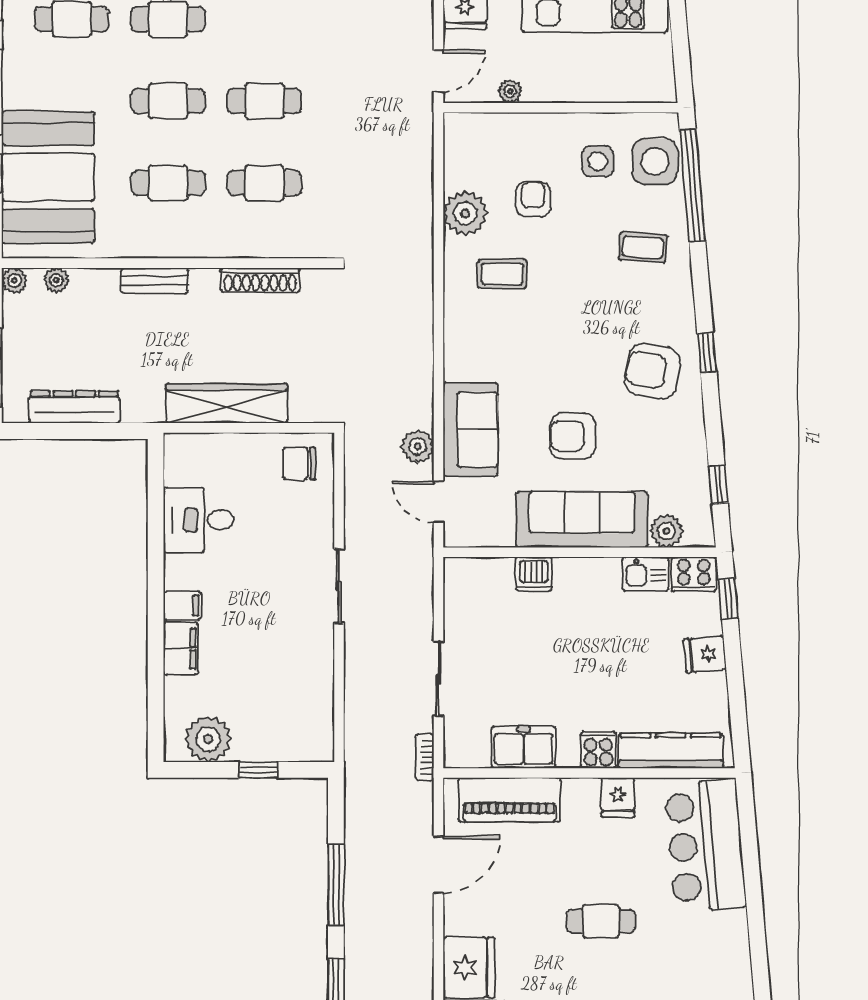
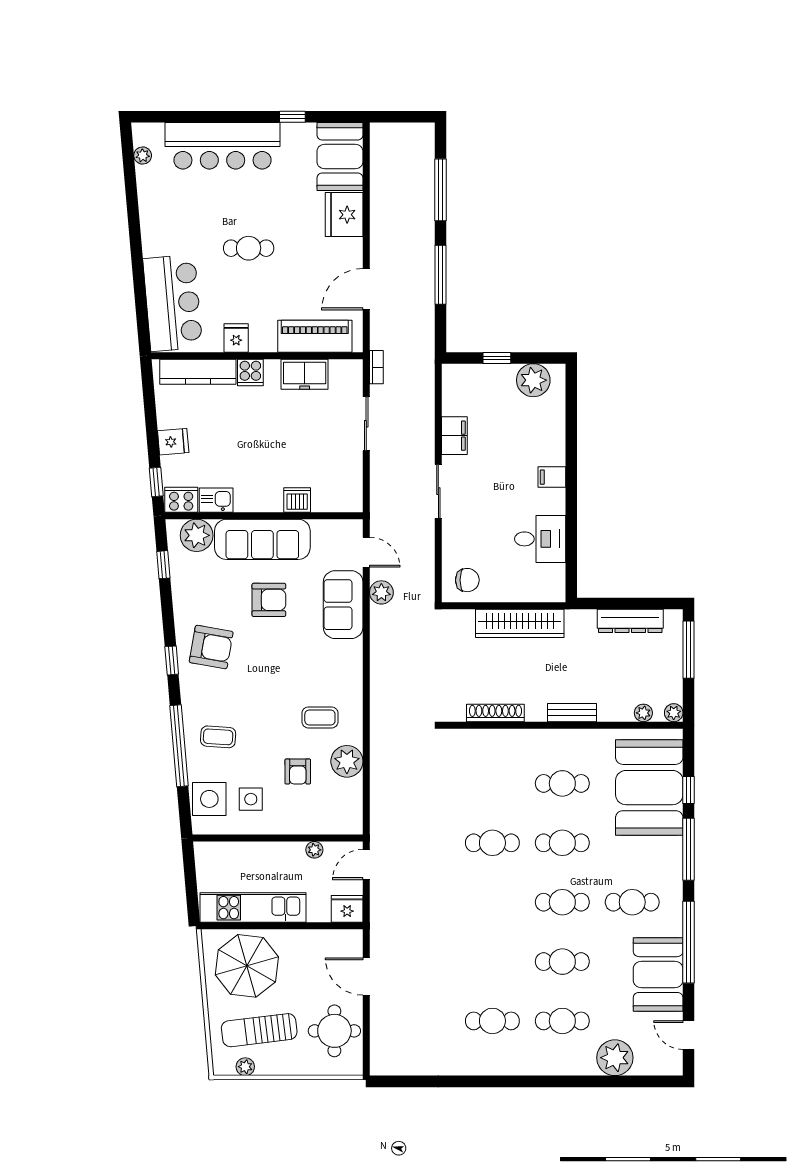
cafe table: (264, 183) -> (492, 783), removed
window: (693, 186) -> (179, 746), moved
plant: (667, 531) -> (197, 535), width x1.36, depth x1.36
filing cabinet: (181, 648) -> (454, 436), moved, turned 180

